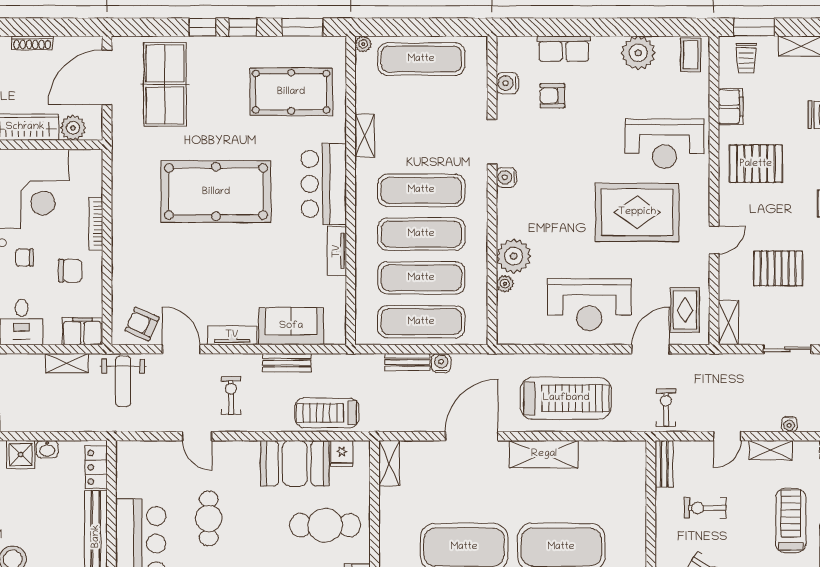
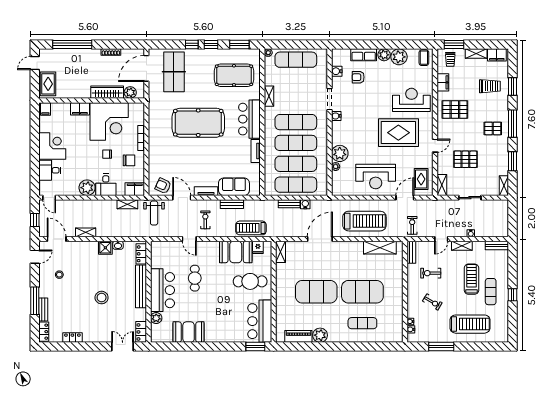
plant: (607, 49) -> (384, 55), added
reception desk: (665, 144) -> (411, 100), turned 180
shelving: (544, 454) -> (380, 248), moved

